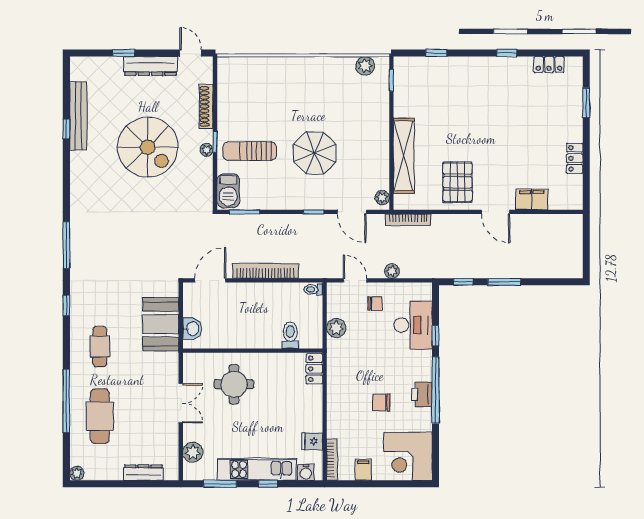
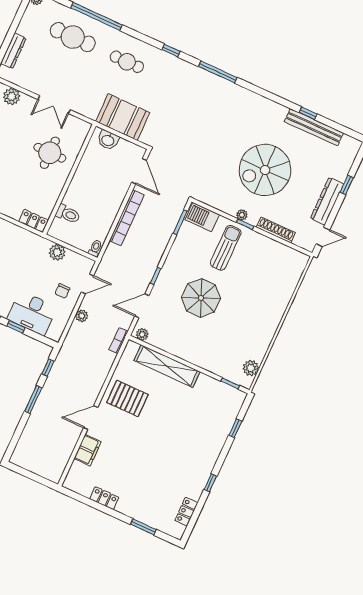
bookcase: (408, 220) -> (119, 341), width x0.64

